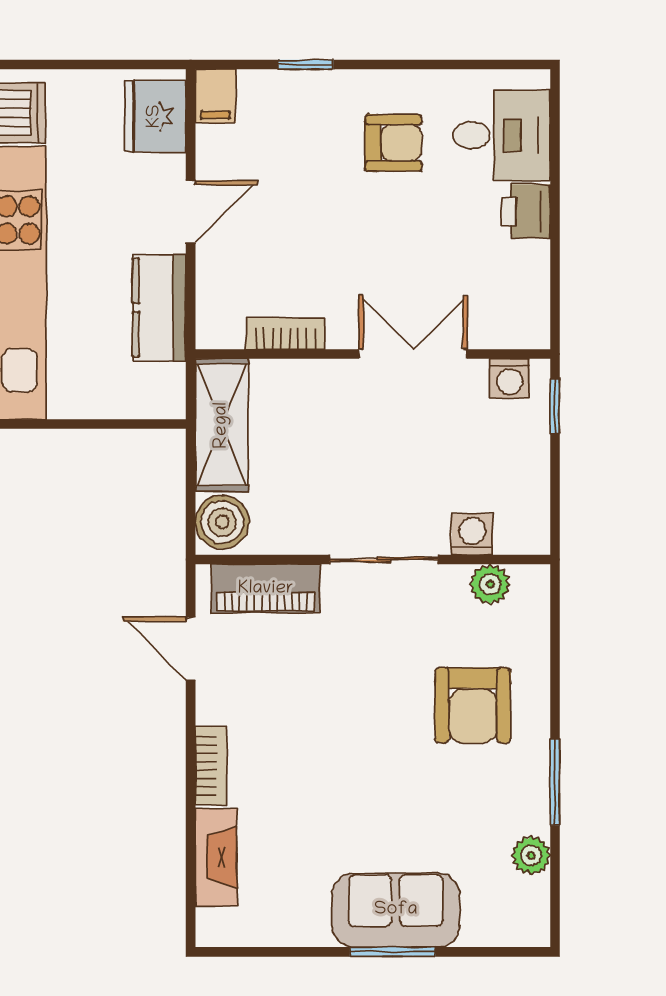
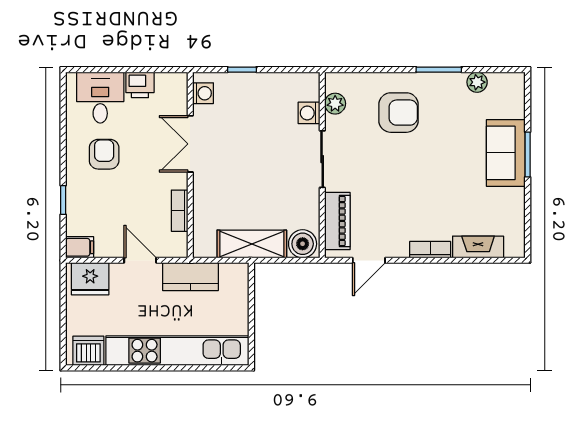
bookcase: (285, 334) -> (180, 211), moved
wall: (373, 354) -> (190, 165), moved
double door: (413, 354) -> (190, 144), moved
washing machine: (510, 378) -> (203, 93), moved

